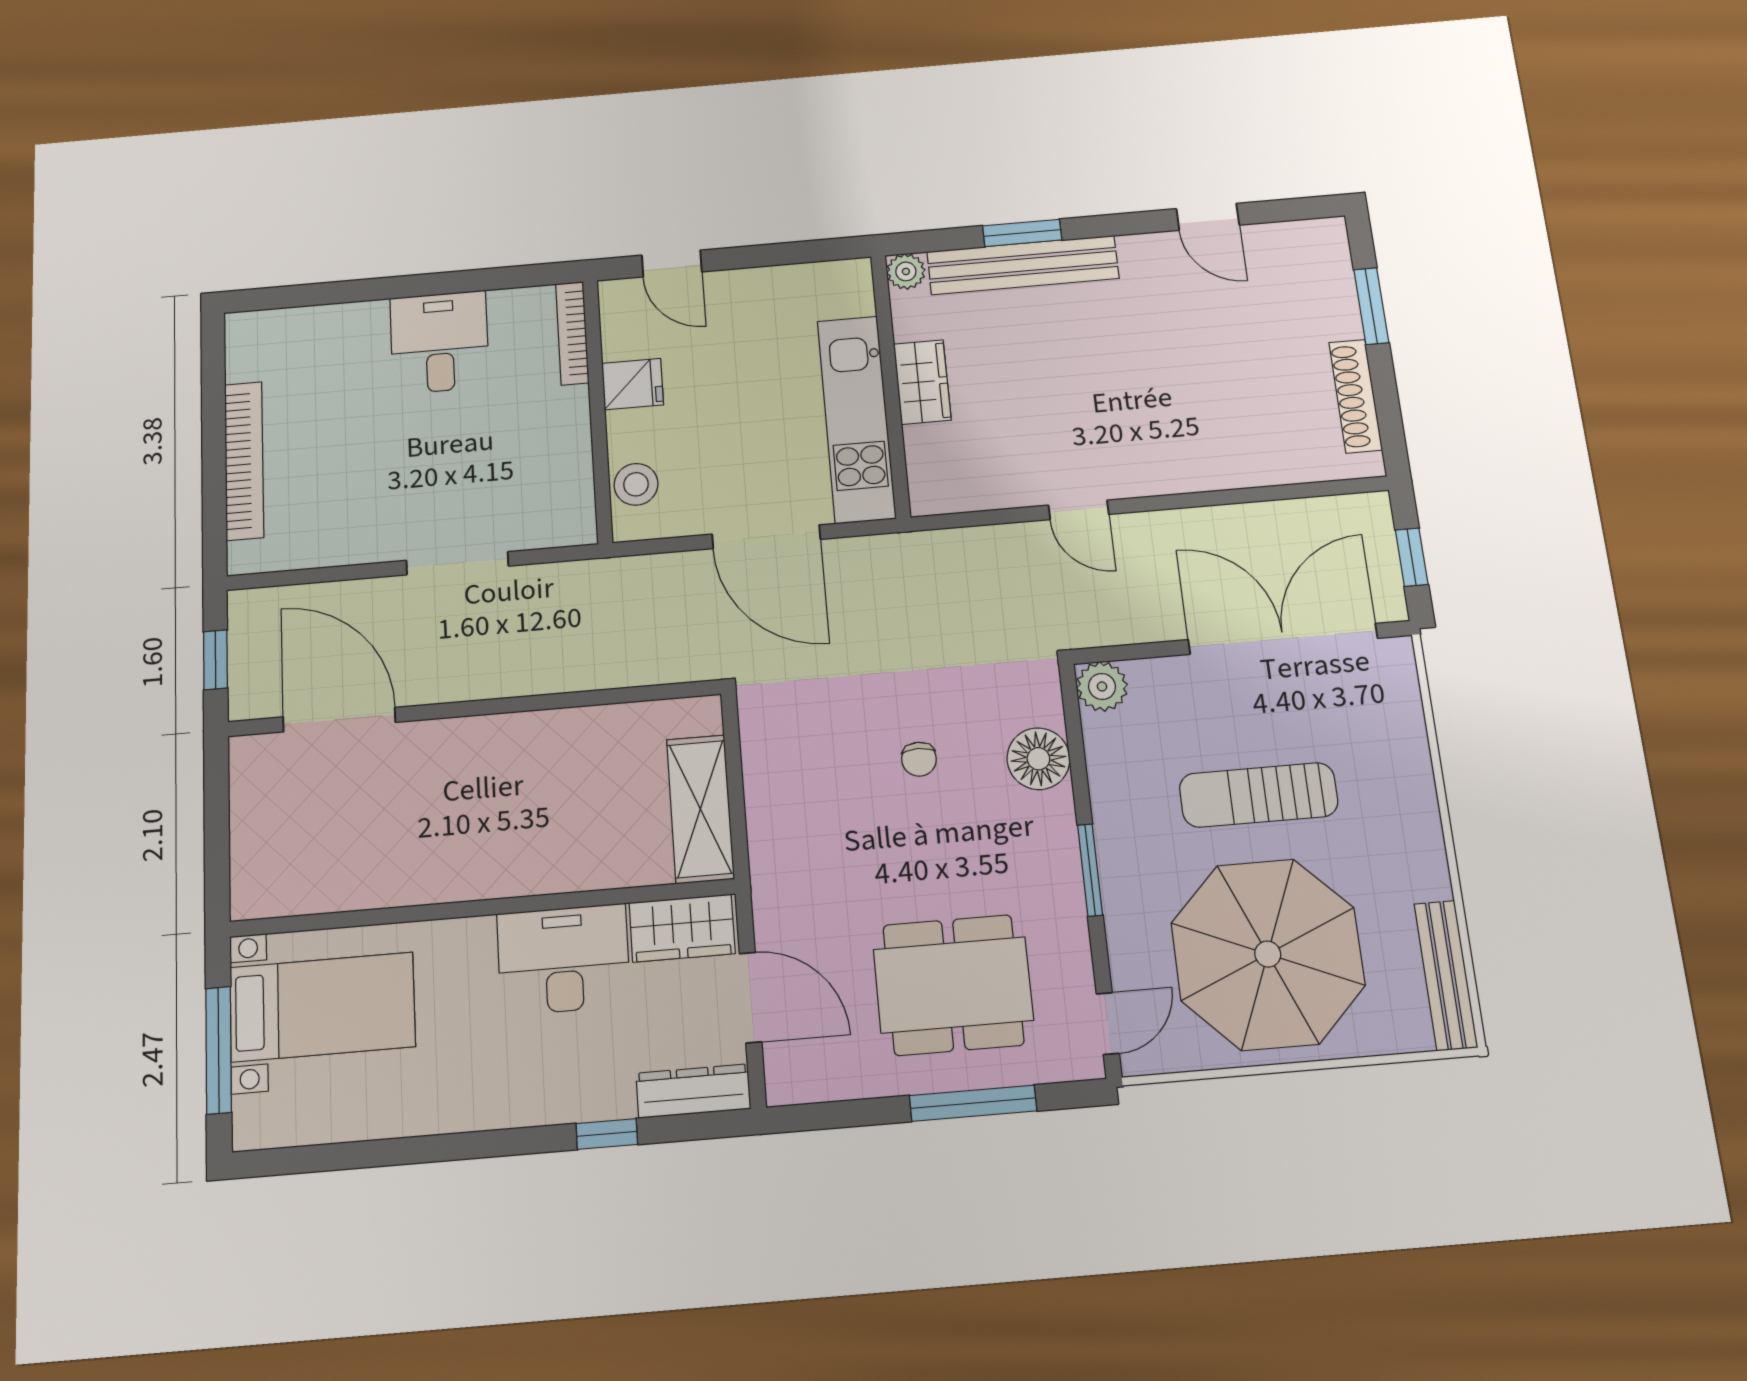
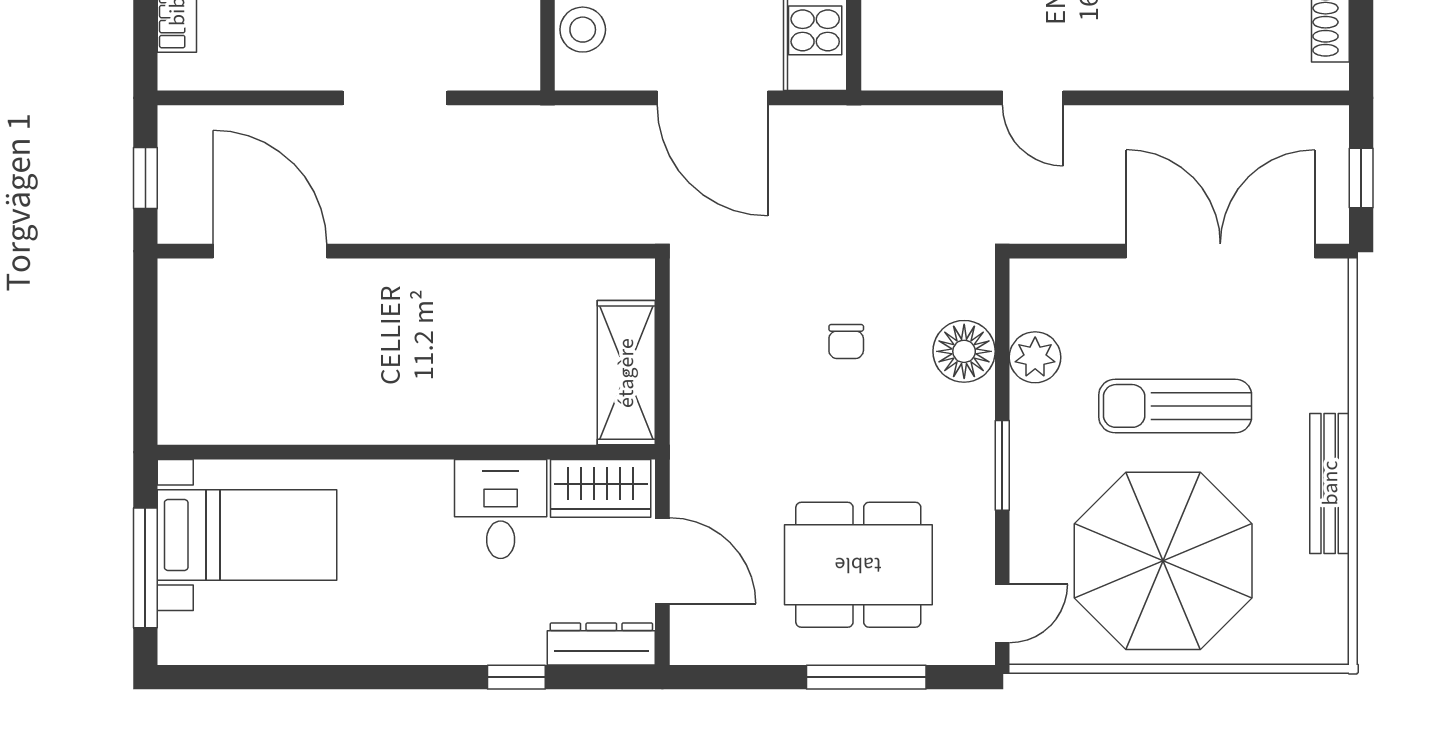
plant: (1102, 686) -> (1035, 357), moved
desk: (564, 959) -> (501, 509), width x0.73
bench: (1446, 975) -> (1330, 483), moved

